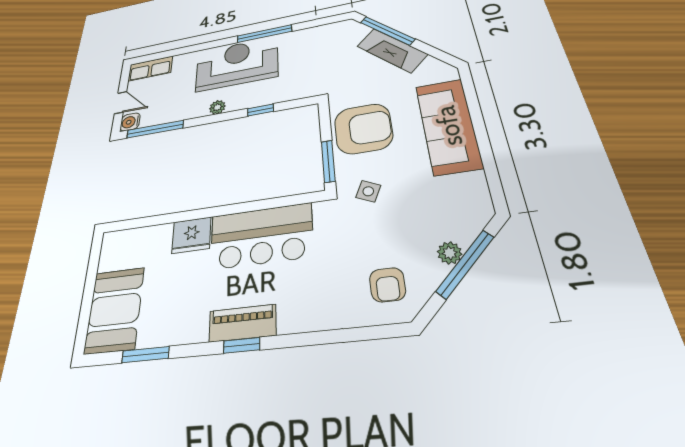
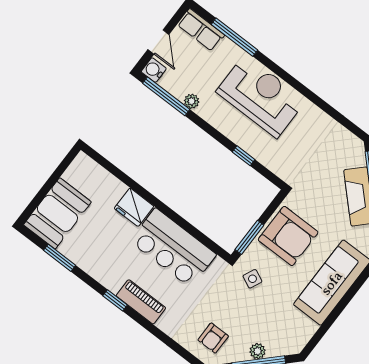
window: (264, 34) -> (234, 37), moved
plant: (217, 107) -> (192, 101), moved
piano: (242, 323) -> (141, 302), moved

